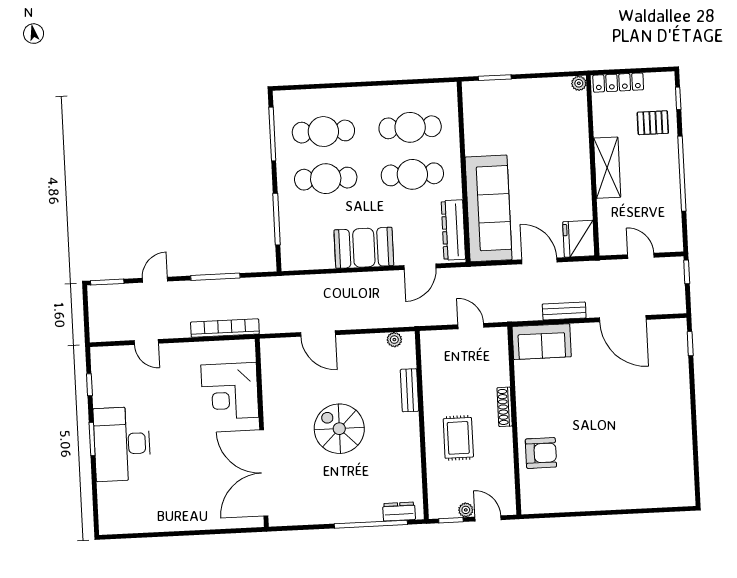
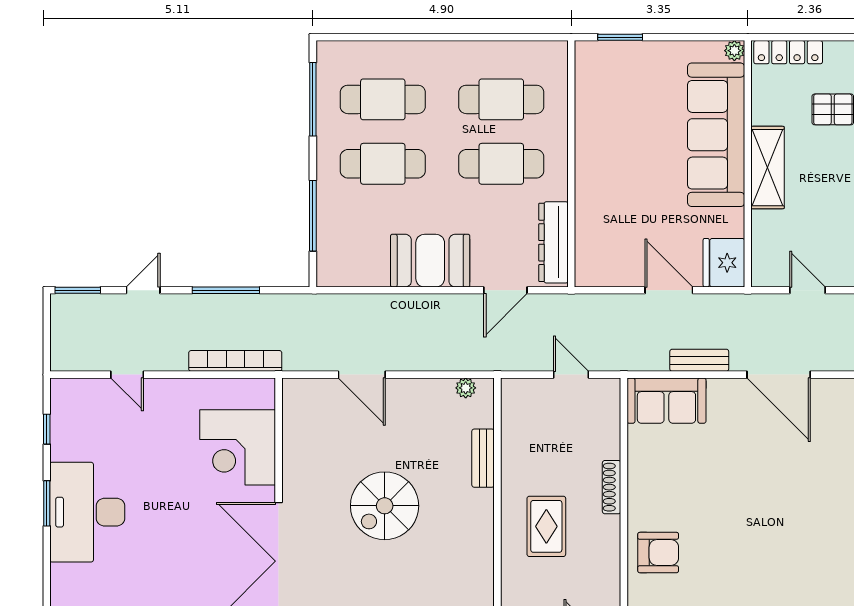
sofa: (489, 208) -> (716, 135), moved, turned 180
spiral stairs: (339, 429) -> (385, 506), turned -90

